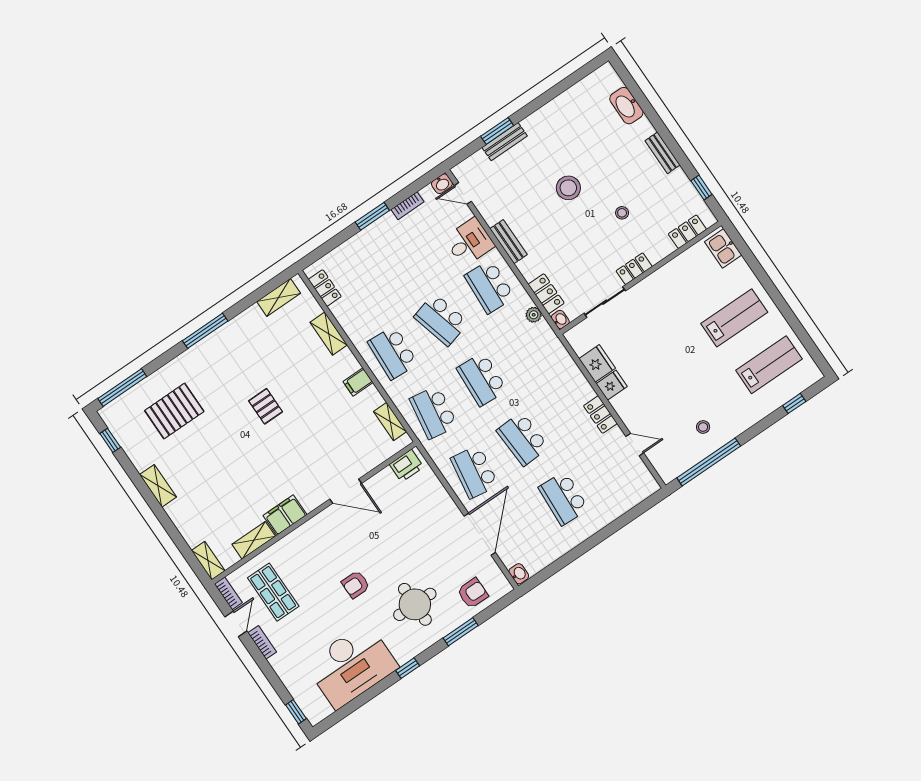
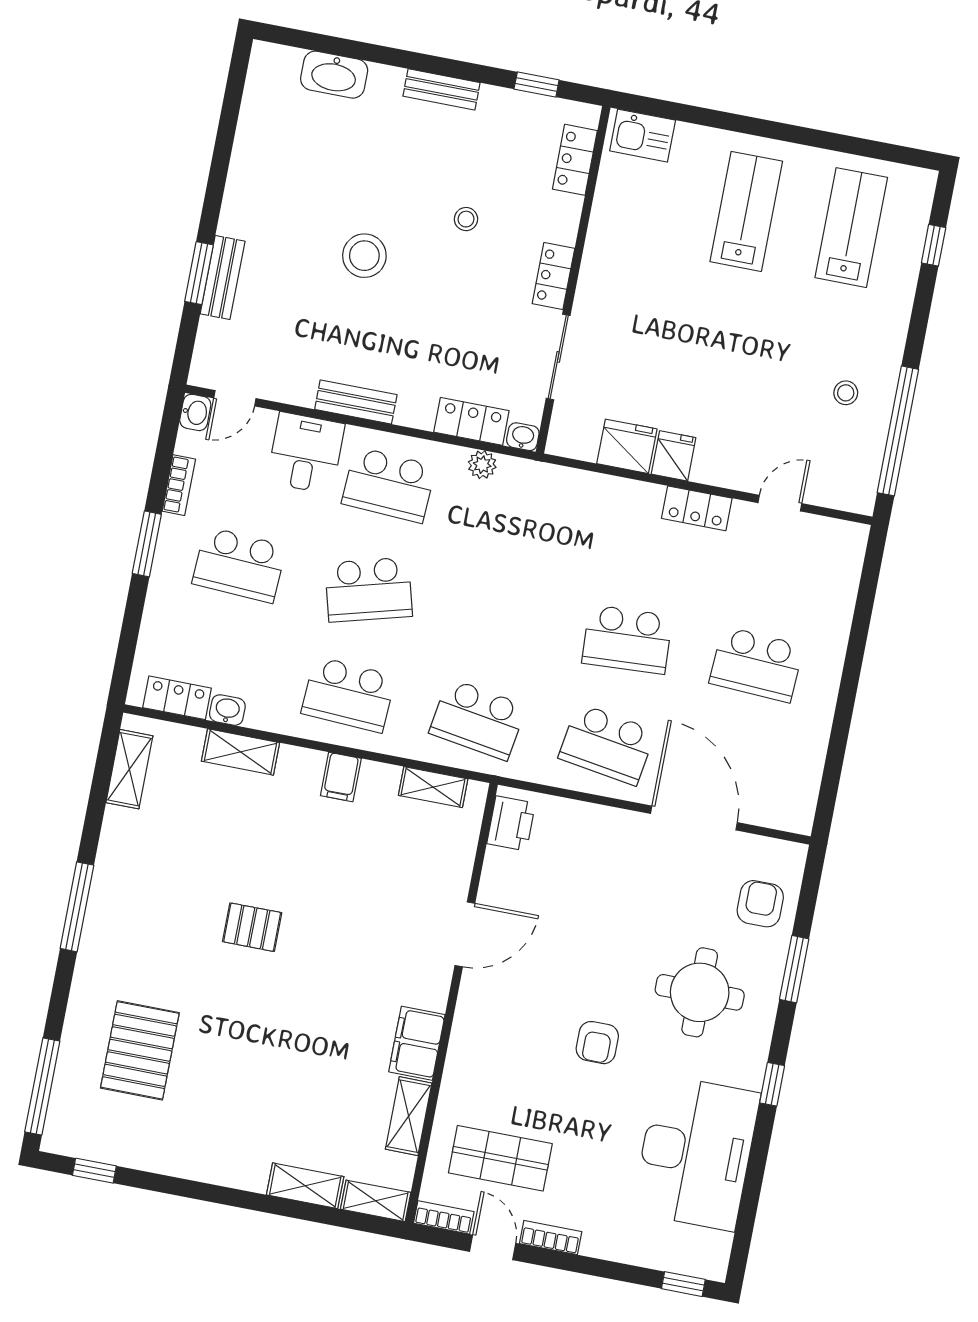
school desk: (482, 379) -> (239, 565), moved
shelving: (158, 486) -> (305, 1186), moved
washbasin: (519, 574) -> (227, 710), moved

